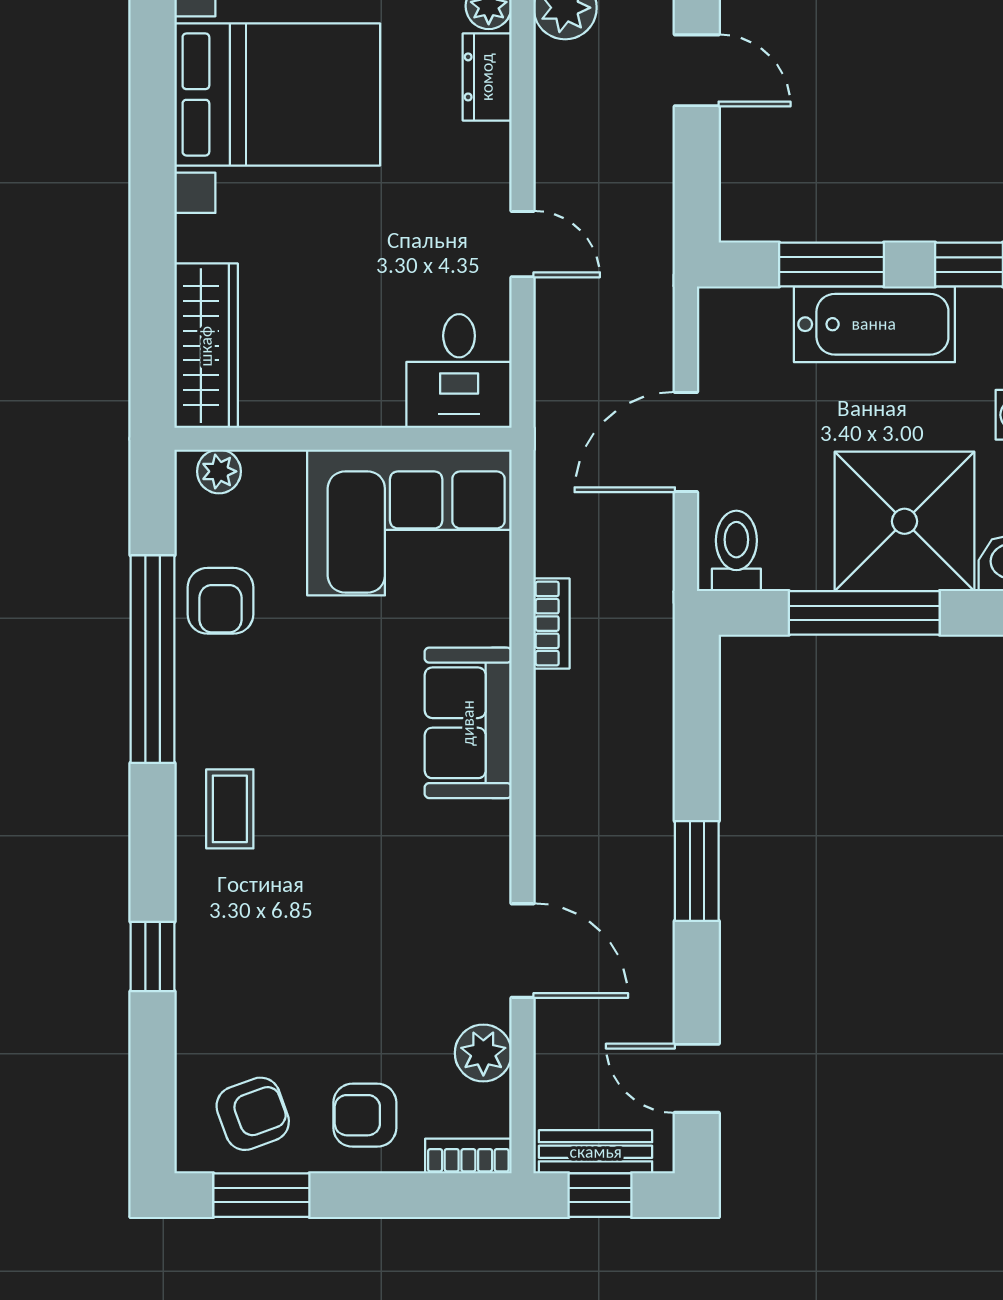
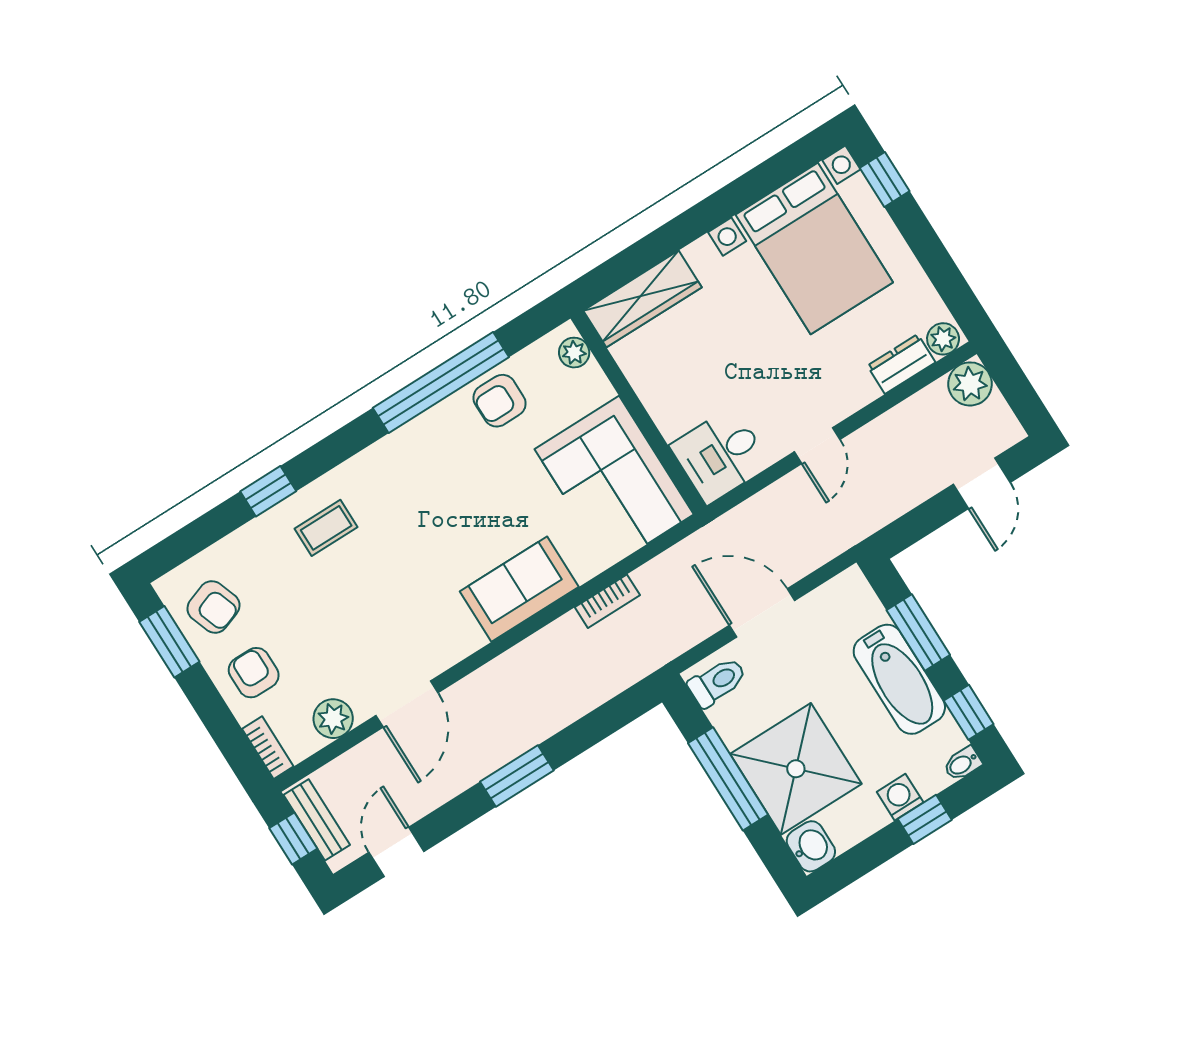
coffee table: (230, 809) -> (326, 528), moved

